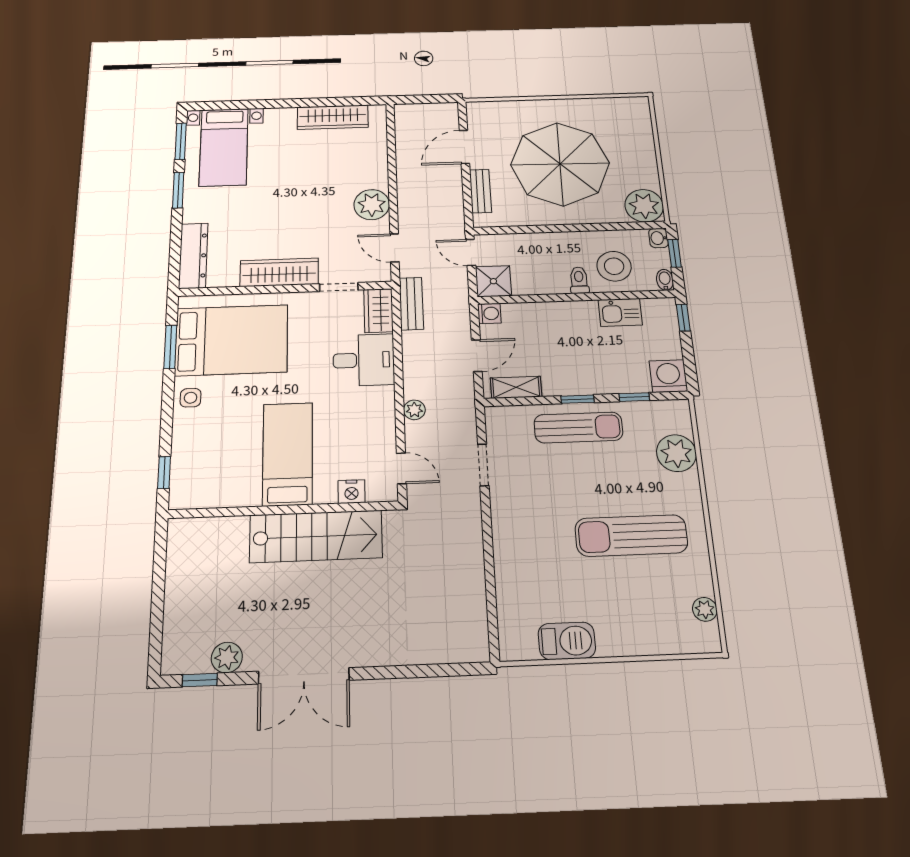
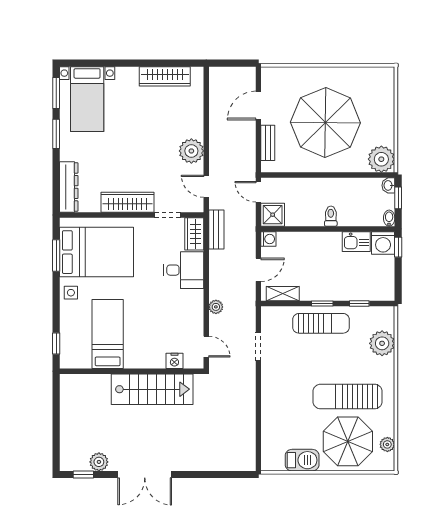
stool: (614, 266) -> (356, 206), removed
washing machine: (668, 376) -> (383, 243), moved, turned 180
bed: (288, 454) -> (108, 334), moved
parasol: (639, 607) -> (348, 441), added

